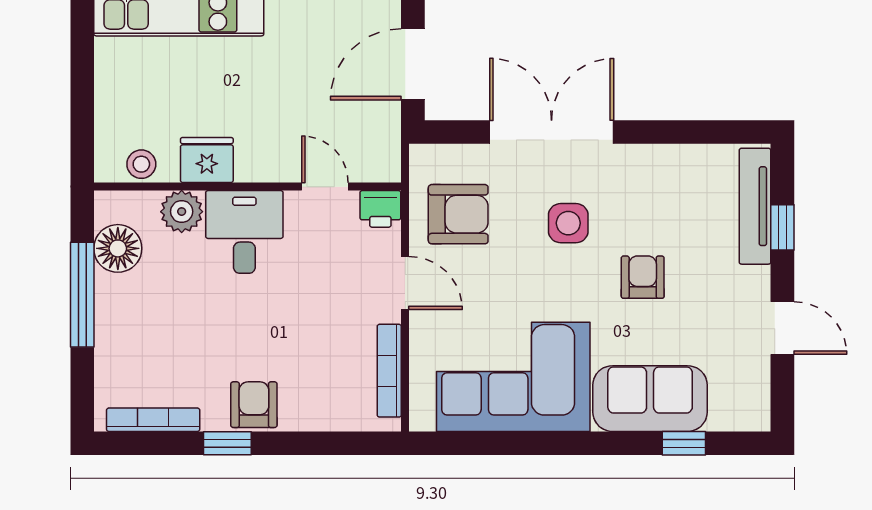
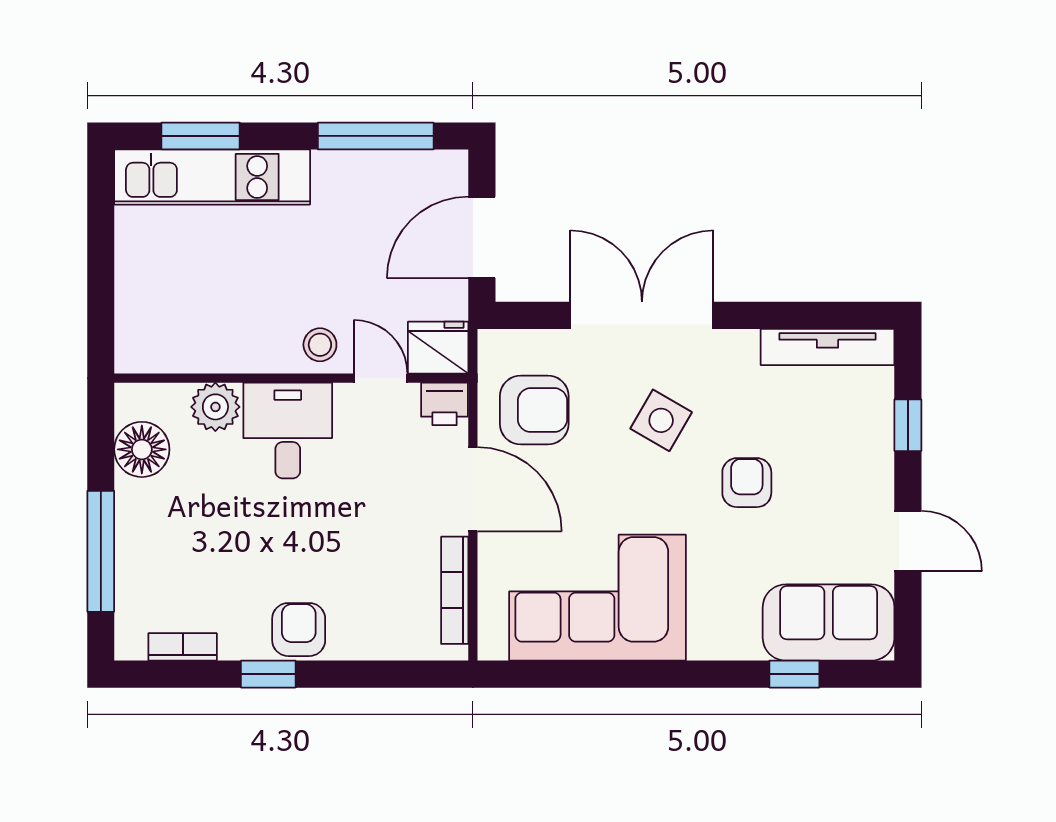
fridge: (207, 160) -> (438, 348), moved
stool: (141, 164) -> (320, 345), moved
tv unit: (755, 206) -> (827, 347), moved, turned -90
side table: (568, 223) -> (661, 420), turned 30
door: (405, 283) -> (473, 489), width x1.38
window: (82, 295) -> (101, 551), moved
sofa: (650, 399) -> (829, 623), moved
bookcase: (153, 420) -> (183, 647), width x0.64

